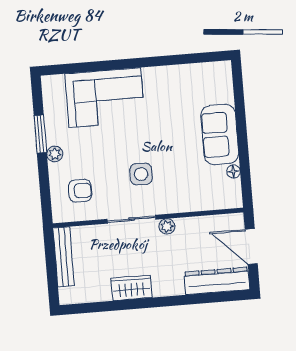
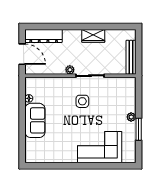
armchair: (80, 191) -> (118, 95), removed

